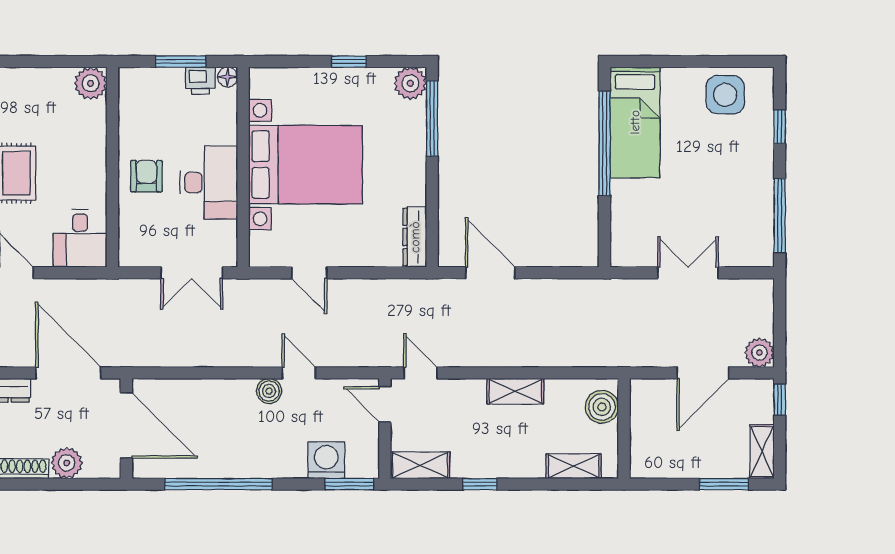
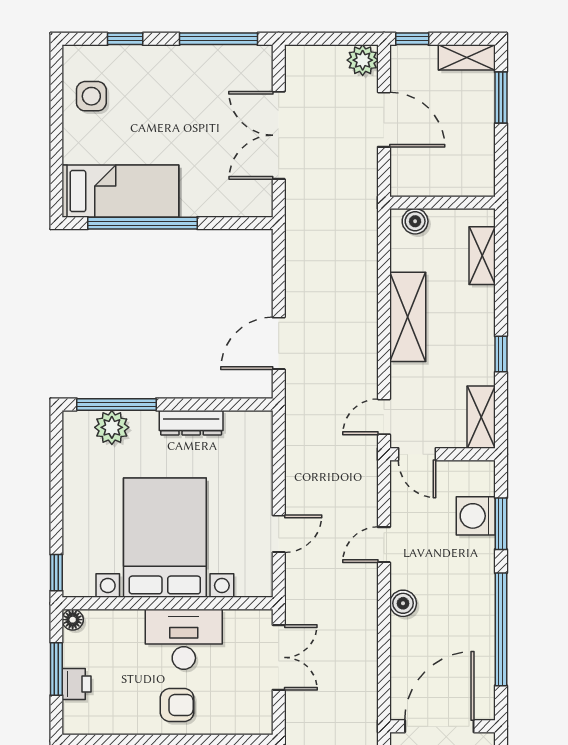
window: (349, 61) -> (56, 573), moved
printer: (200, 81) -> (76, 684), moved
plant: (410, 83) -> (112, 427), moved
side table: (725, 95) -> (91, 96), width x0.73, depth x0.73
armchair: (146, 176) -> (177, 705), turned 180
dresser: (415, 237) -> (191, 423), moved
double door: (688, 273) -> (279, 135), width x1.37
boiler: (269, 391) -> (403, 603), moved
shelving: (515, 391) -> (408, 317), width x1.50, depth x1.33
door: (385, 404) -> (417, 454), hinge flipped
boiler: (602, 407) -> (415, 221), width x0.73, depth x0.73
window: (349, 484) -> (501, 524), moved

